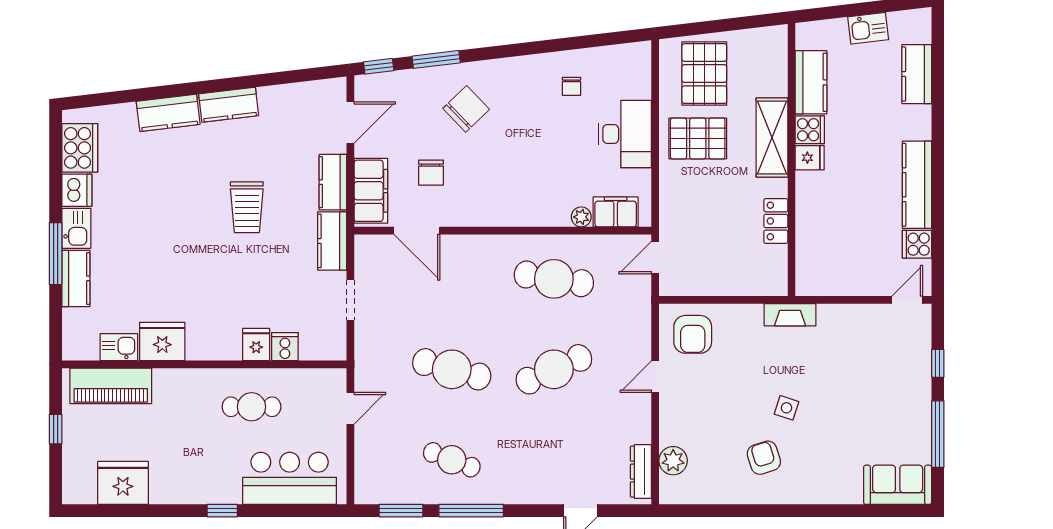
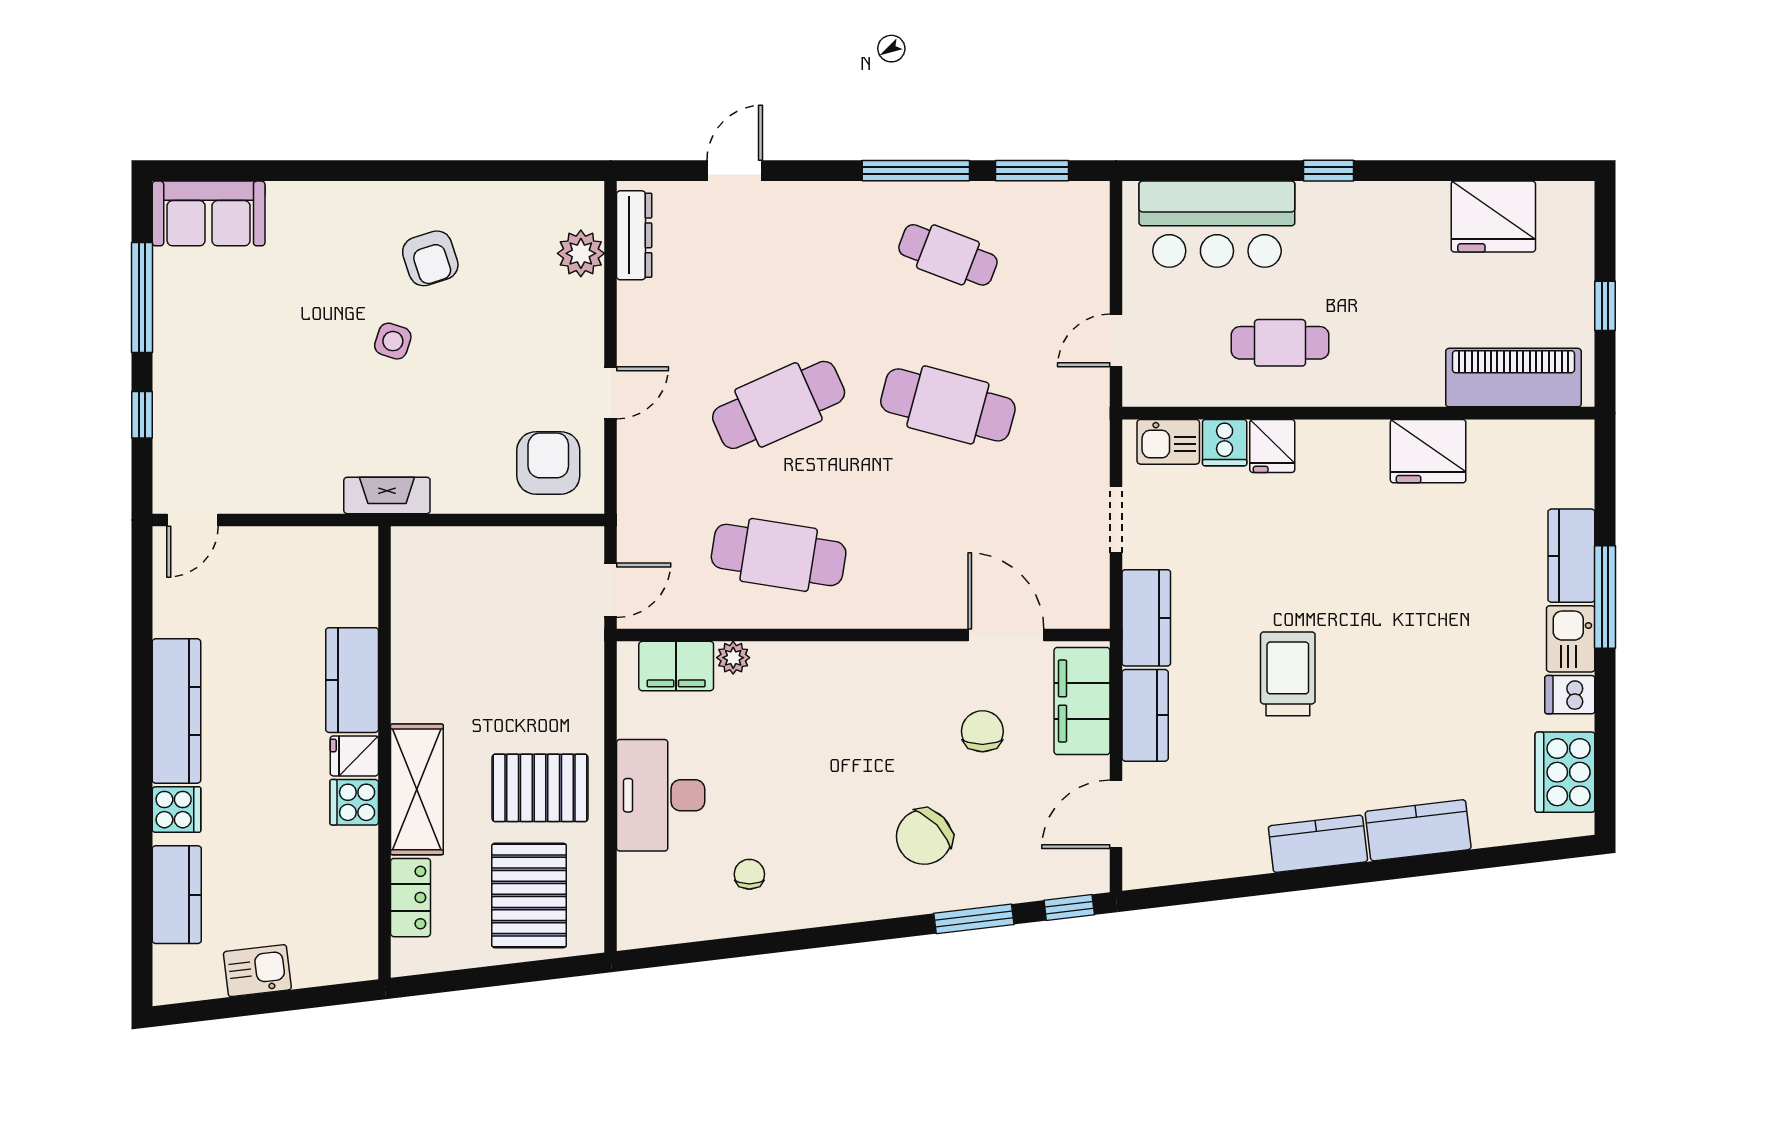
kitchen counter: (811, 82) -> (352, 680), moved
dishwasher: (77, 190) -> (1570, 695), width x0.73
locker: (776, 221) -> (410, 898), moved
cooker: (917, 244) -> (176, 810), moved
kitchen sink: (119, 347) -> (1168, 442), moved

